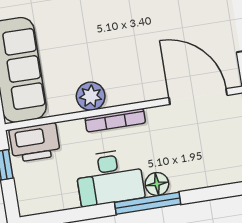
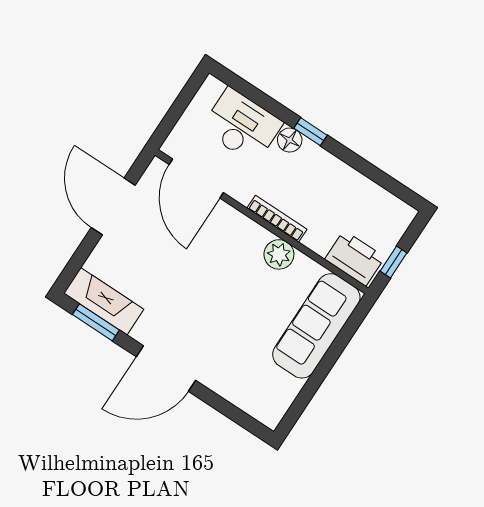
desk: (110, 178) -> (242, 126), moved
window: (148, 203) -> (310, 132), width x0.46

